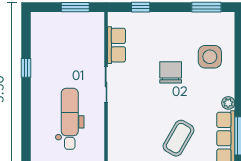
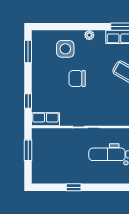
row of seats: (116, 45) -> (45, 119), moved
plant: (228, 103) -> (89, 35), moved

